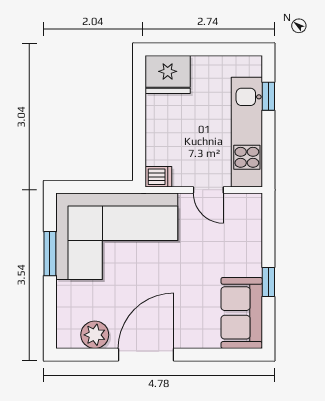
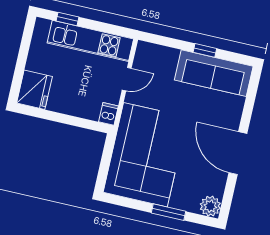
window: (50, 254) -> (169, 212), moved
sofa: (242, 313) -> (214, 73), width x1.36
plant: (95, 335) -> (210, 206), moved

